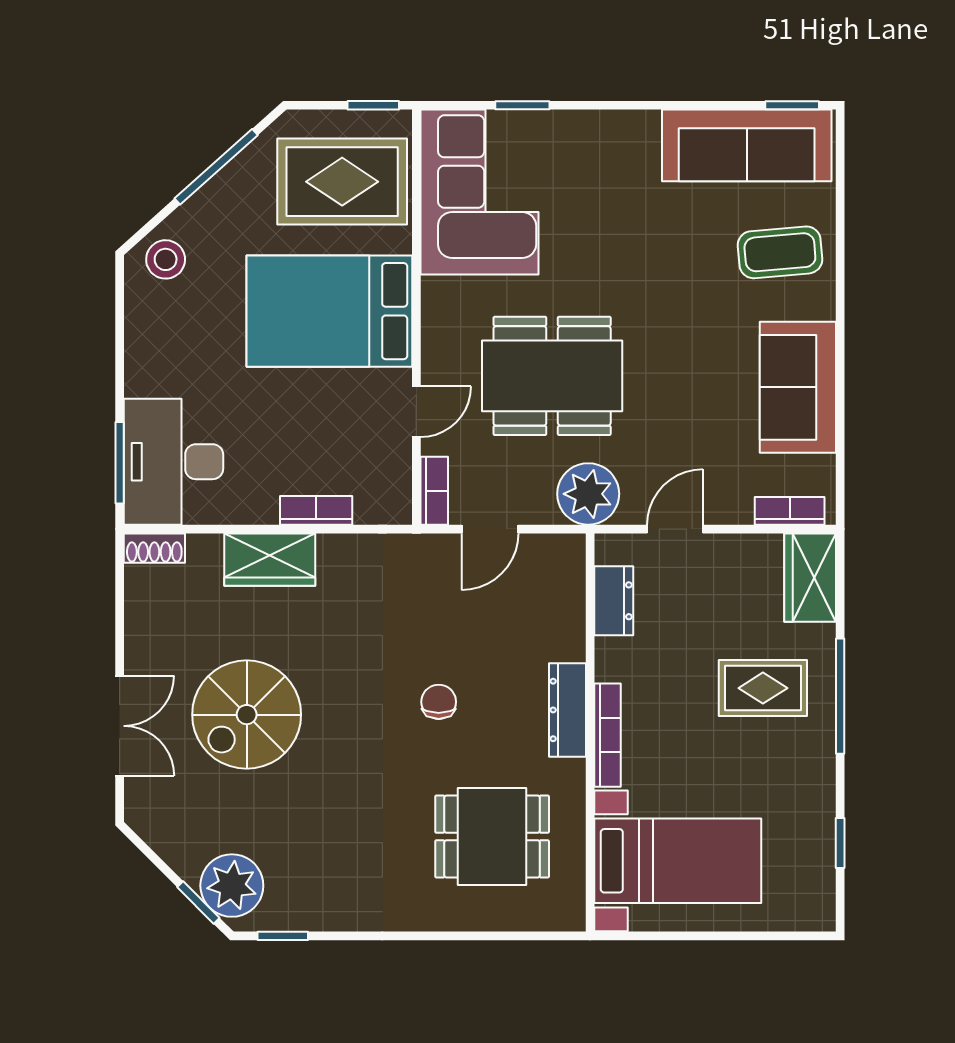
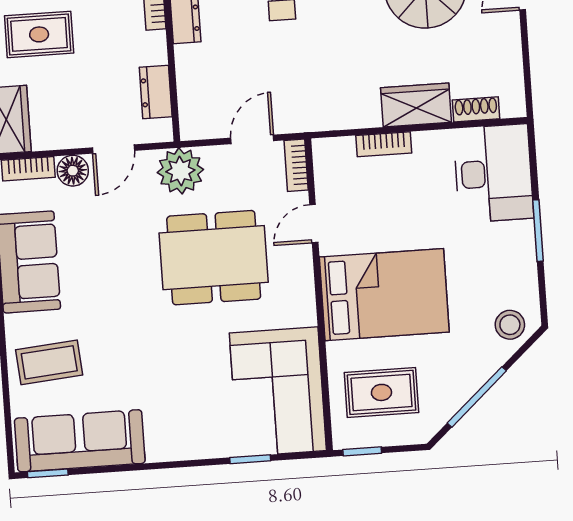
rug: (342, 182) -> (381, 392), width x0.73, depth x0.70
window: (120, 463) -> (538, 231), moved
floor lamp: (731, 504) -> (73, 171), added
shoe rack: (154, 548) -> (476, 109), moved

